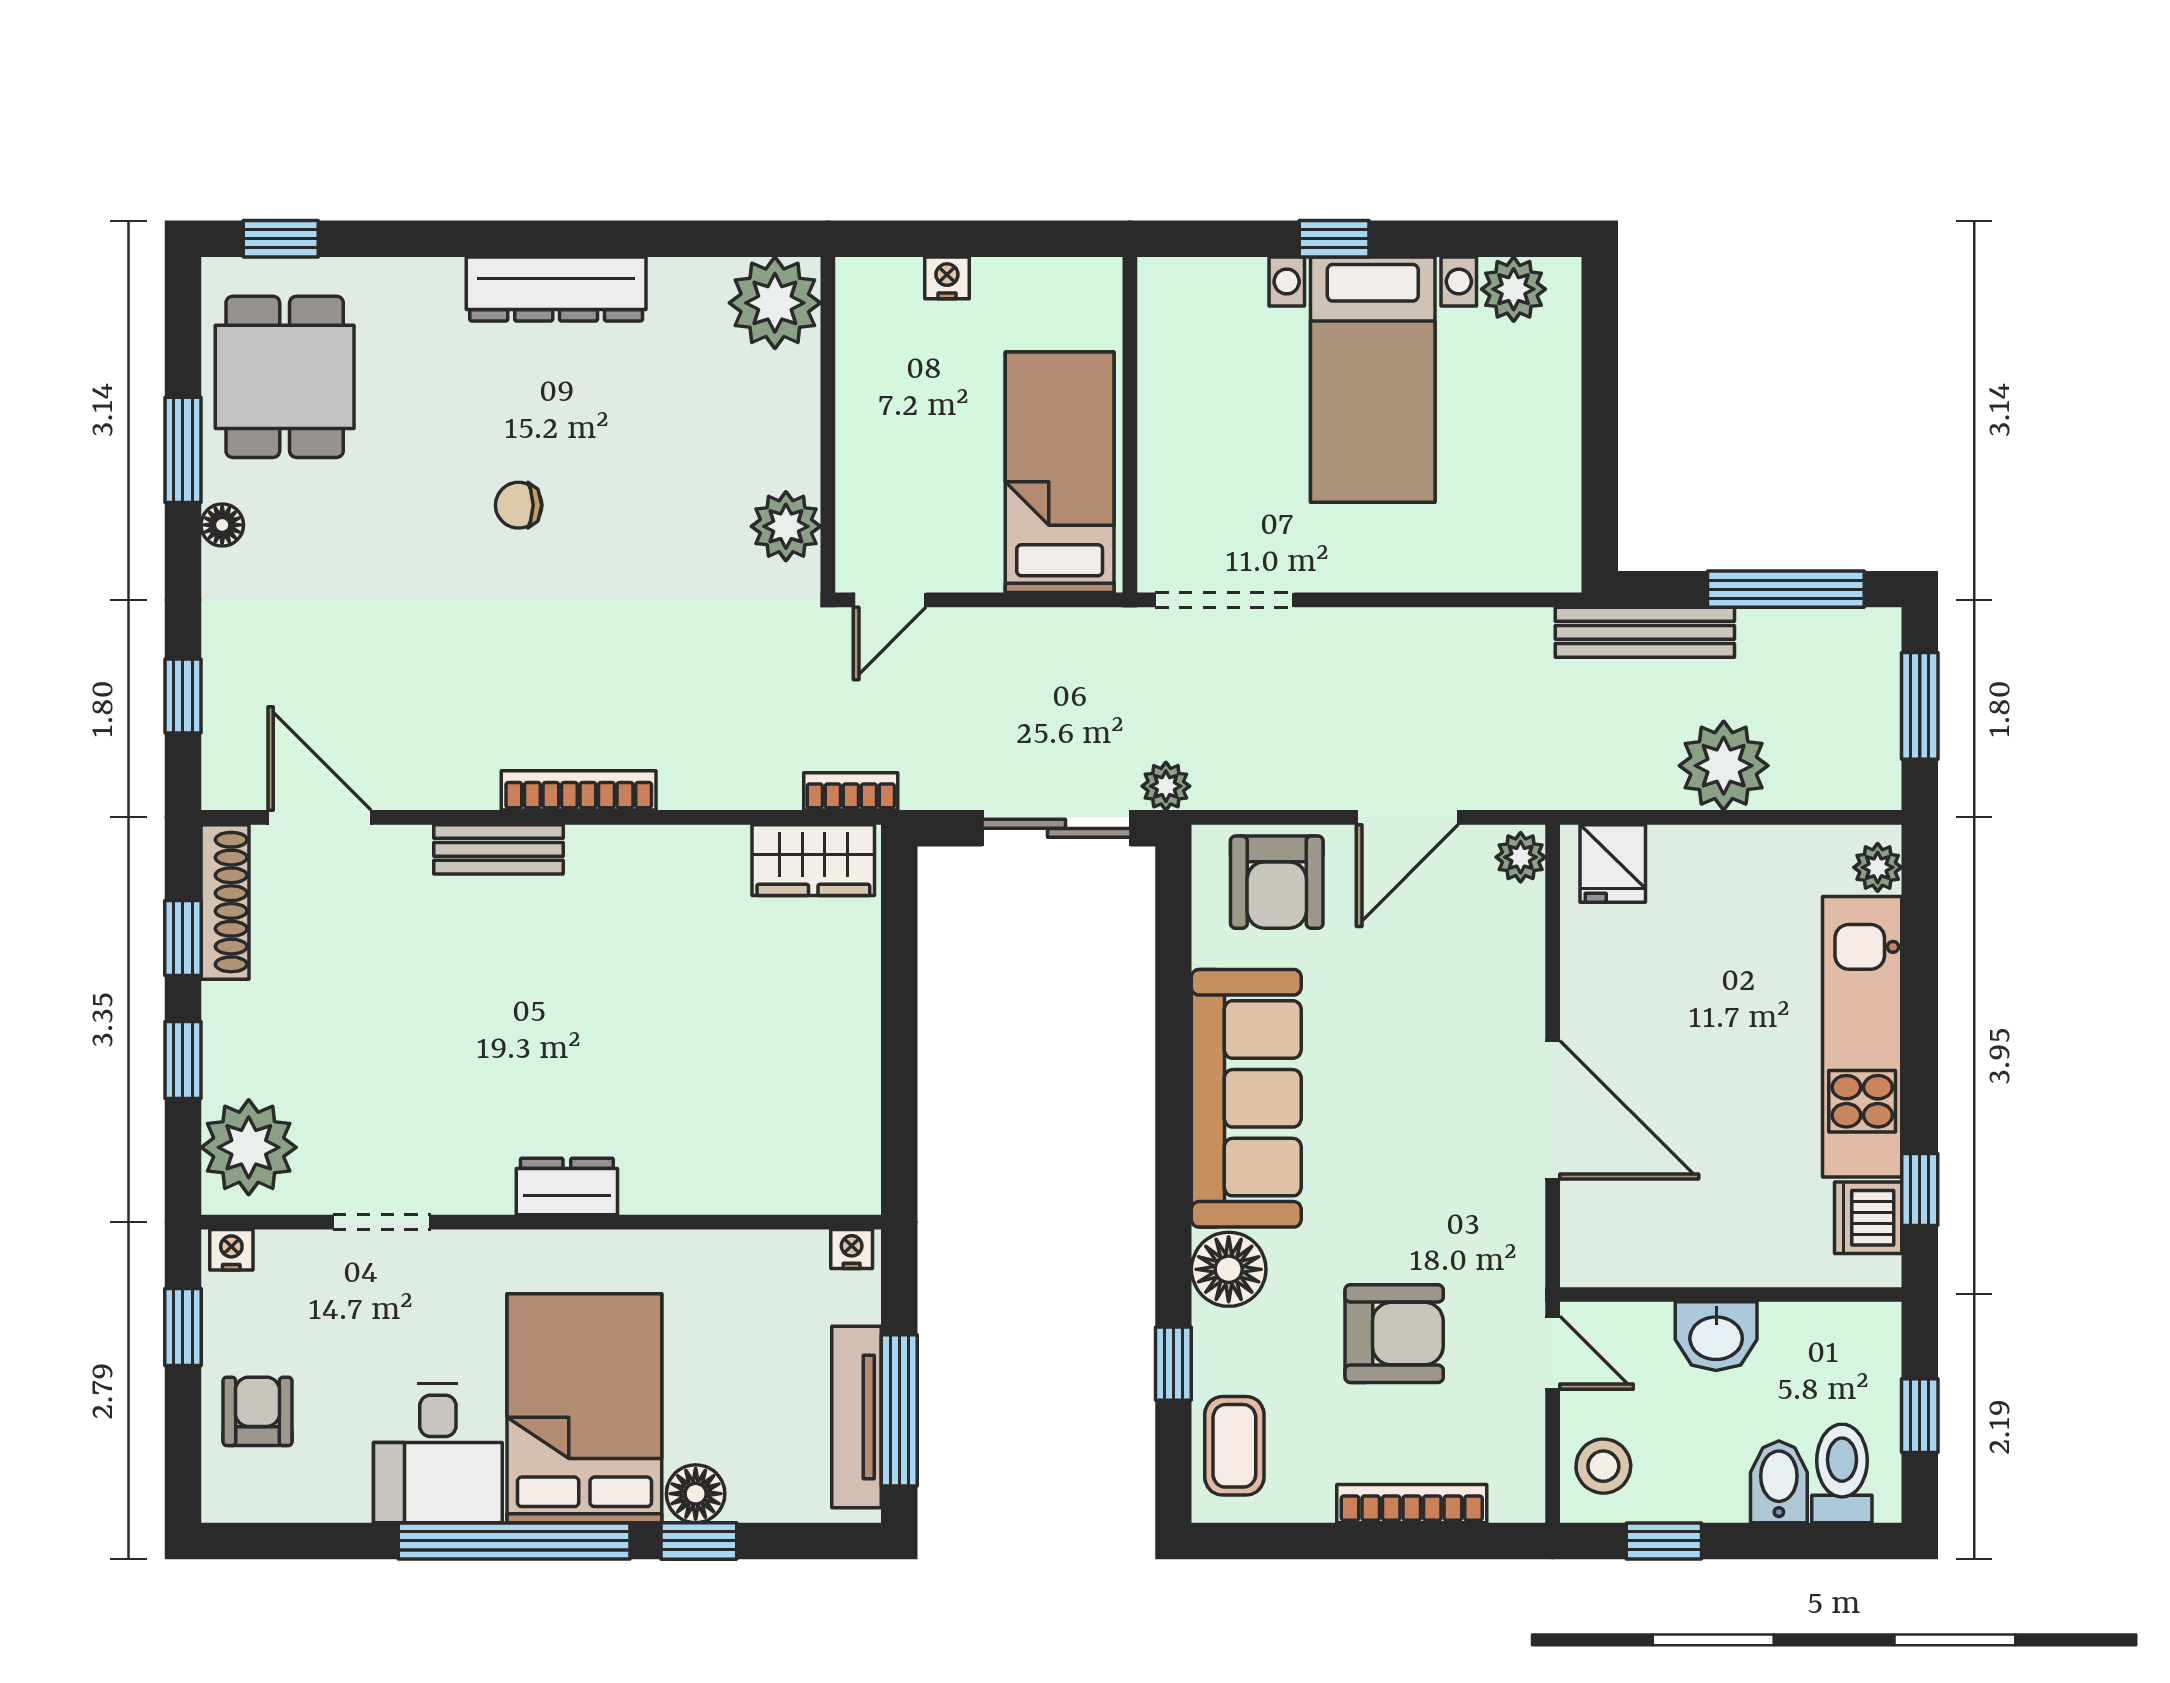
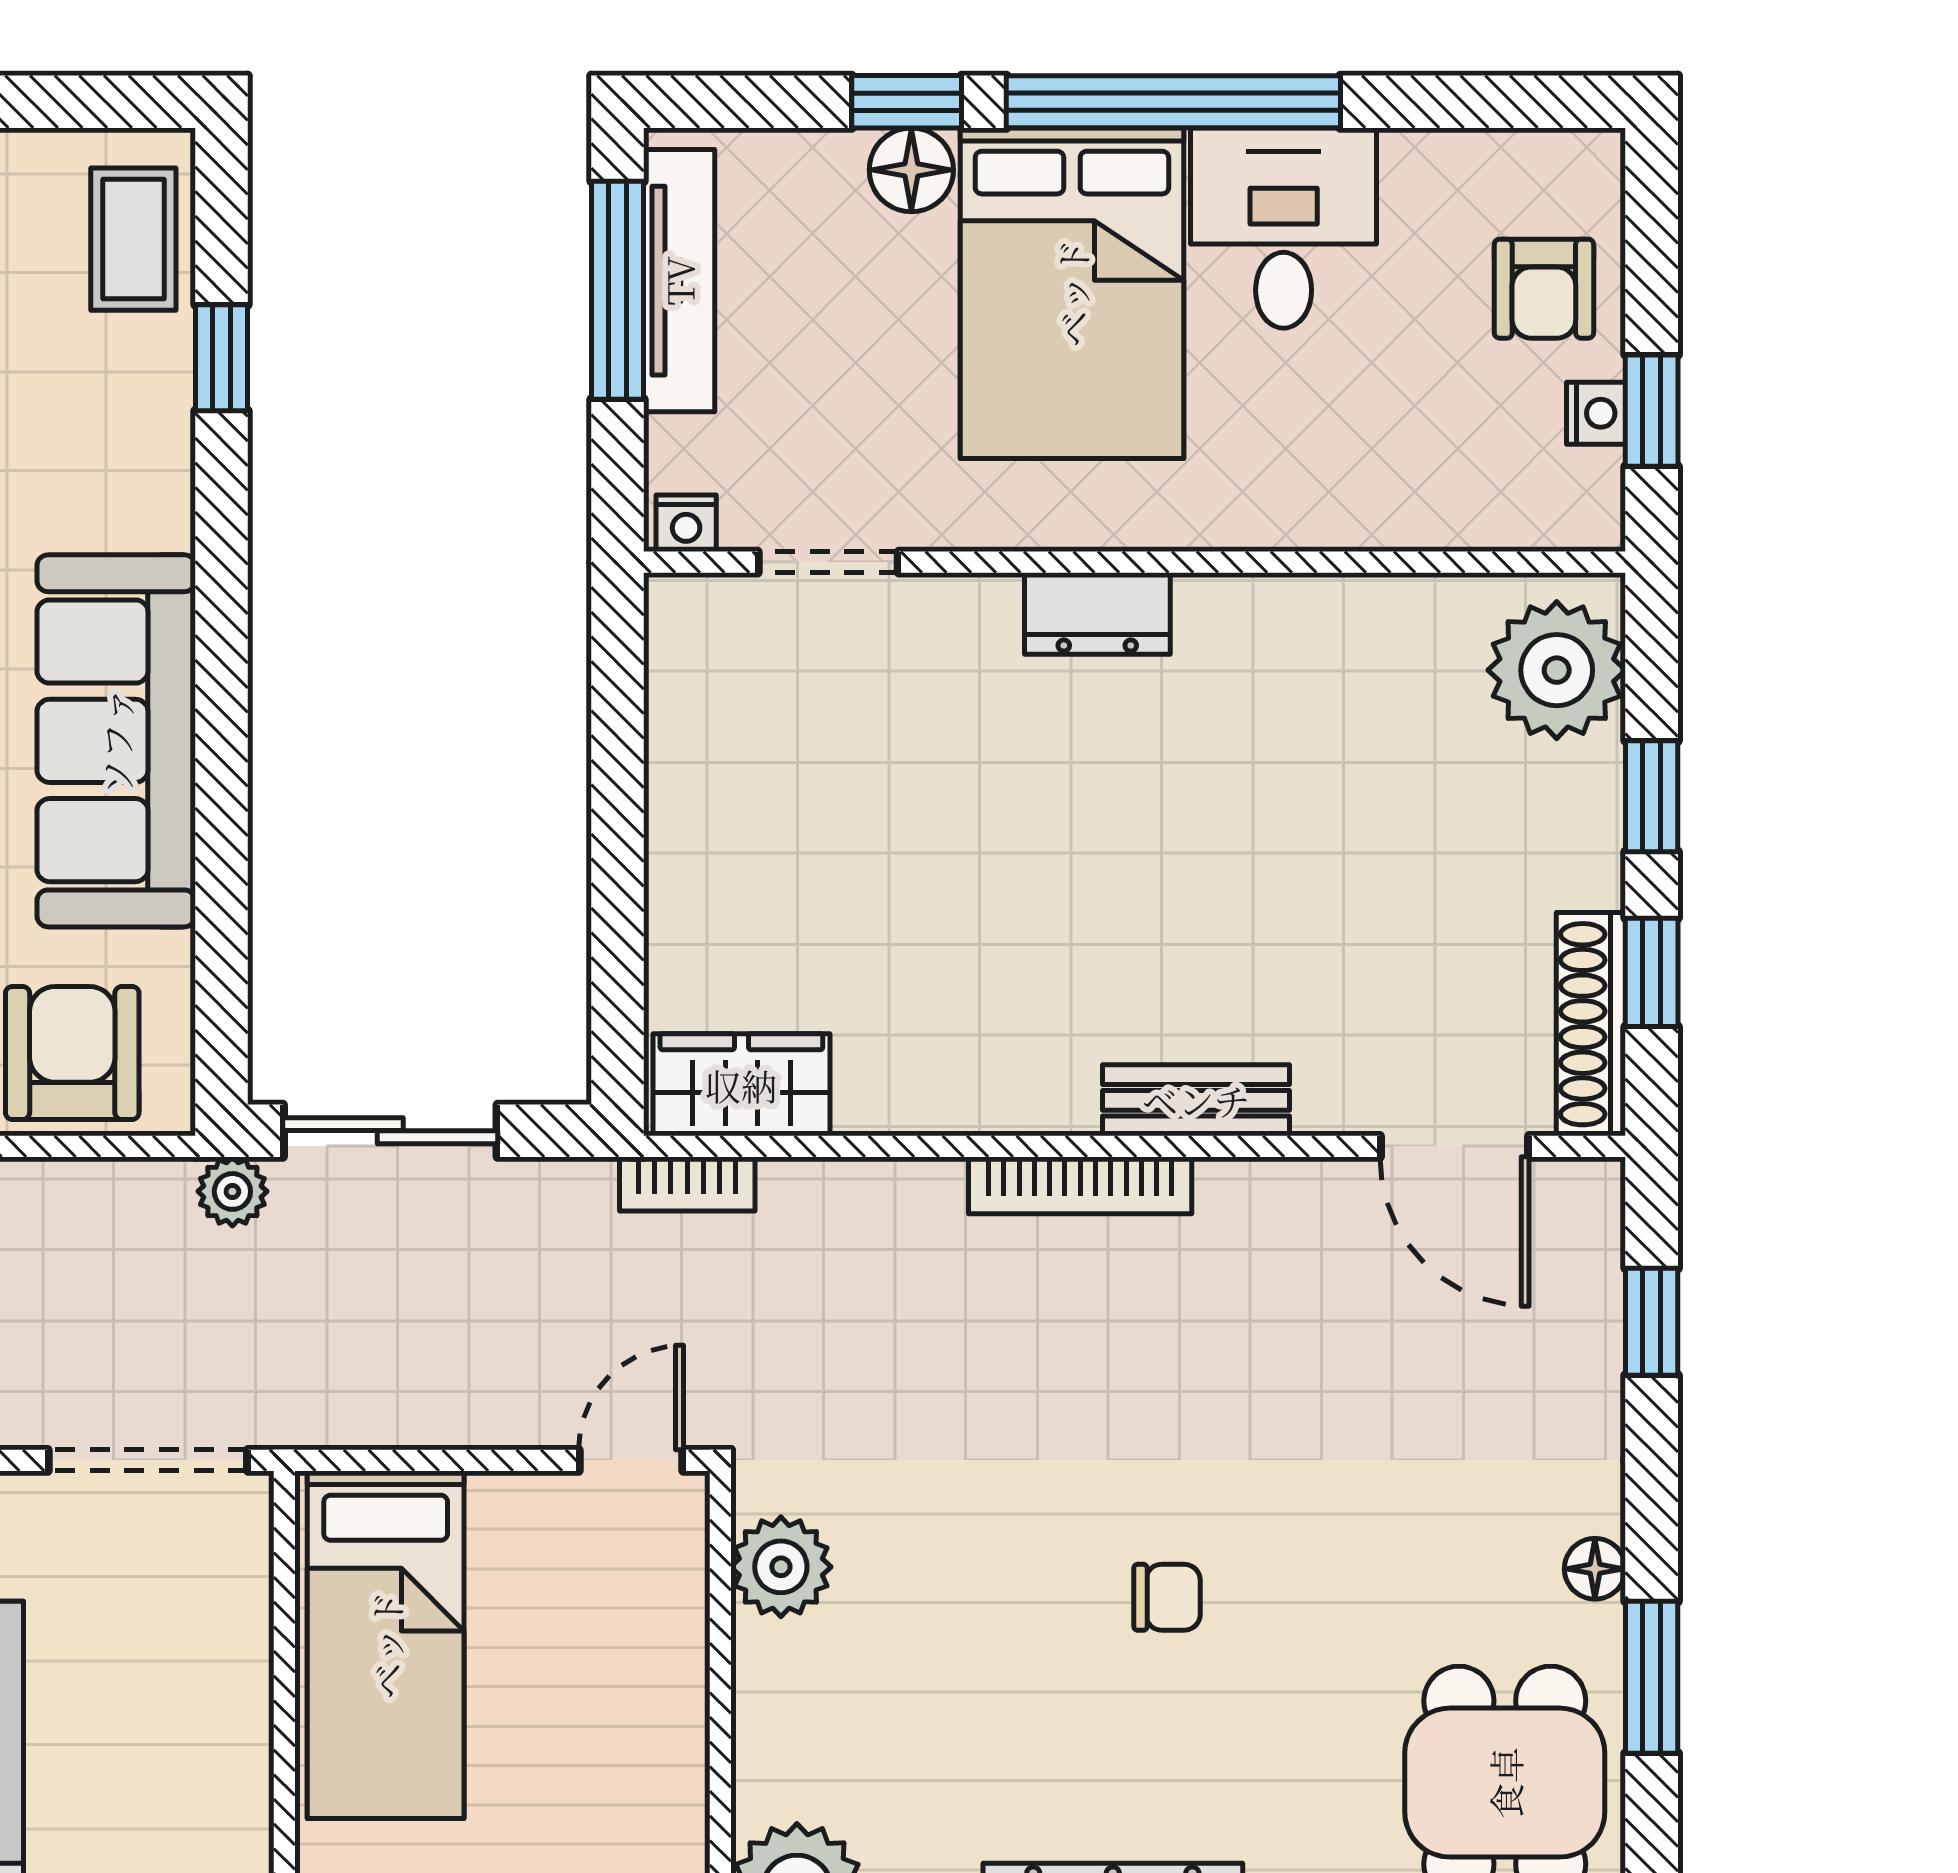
doorway: (382, 1222) -> (828, 562), moved
nightstand: (231, 1250) -> (1596, 413), moved, turned -90
floor lamp: (1229, 1269) -> (142, 494), removed

